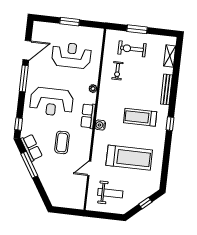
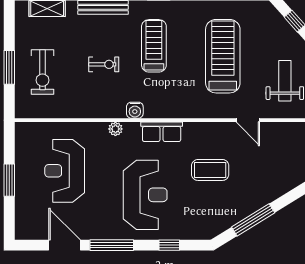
exercise bike: (117, 71) -> (104, 64), moved
treadmill: (140, 117) -> (154, 46), turned 180
window: (19, 124) -> (169, 245), moved
water cooler: (100, 125) -> (135, 110), moved
row of seats: (32, 148) -> (224, 219), removed

